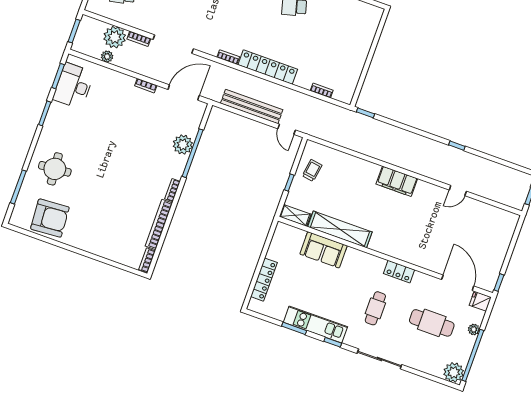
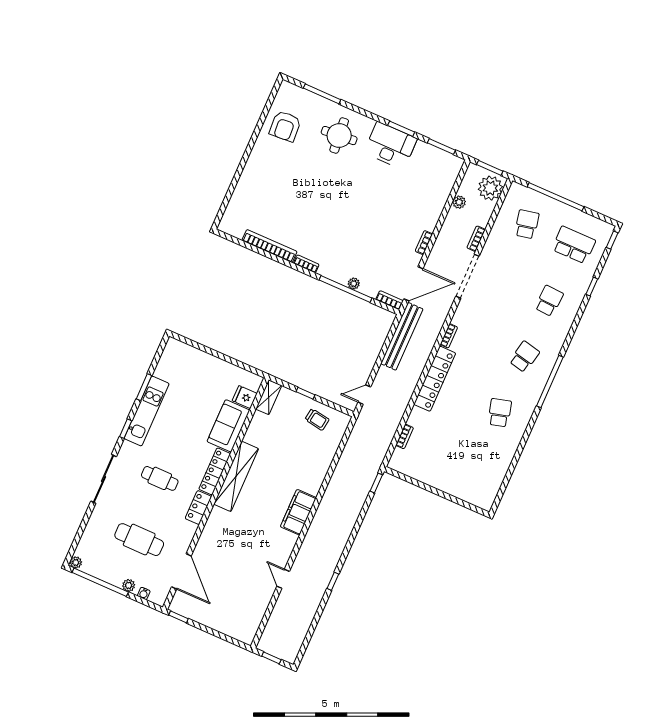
plant: (115, 37) -> (490, 188), moved
desk: (73, 86) -> (390, 146), moved
door: (184, 92) -> (413, 284), hinge flipped
bench: (252, 107) -> (402, 336), moved
plant: (183, 145) -> (354, 284), width x0.53, depth x0.53
armchair: (50, 218) -> (285, 126), width x0.73, depth x0.73
shelving: (340, 229) -> (236, 476), moved
bookcase: (147, 260) -> (389, 300), moved
locker: (264, 280) -> (215, 471), moved, turned 90
door: (458, 283) -> (181, 571), hinge flipped
fridge: (480, 301) -> (245, 397), moved, turned -90
water cooler: (480, 315) -> (144, 593), added
cafe table: (432, 323) -> (139, 540), turned 90
plant: (454, 372) -> (76, 562), width x0.53, depth x0.53

